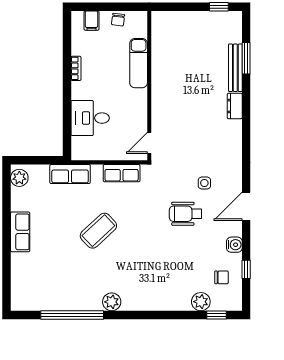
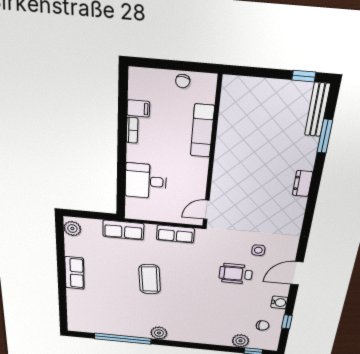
filing cabinet: (92, 21) -> (138, 108), moved, turned -90
bench: (235, 68) -> (317, 110), moved
coffee table: (98, 231) -> (150, 279), turned -52

